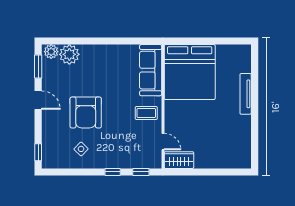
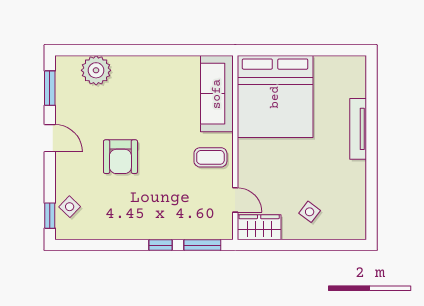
plant: (51, 52) -> (69, 66), removed
armchair: (86, 113) -> (120, 157), width x0.73, depth x0.73
side table: (81, 149) -> (70, 207), moved
side table: (213, 150) -> (310, 212), added
window: (141, 172) -> (202, 245), width x1.50

